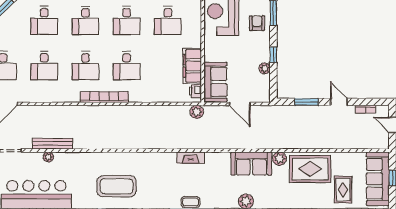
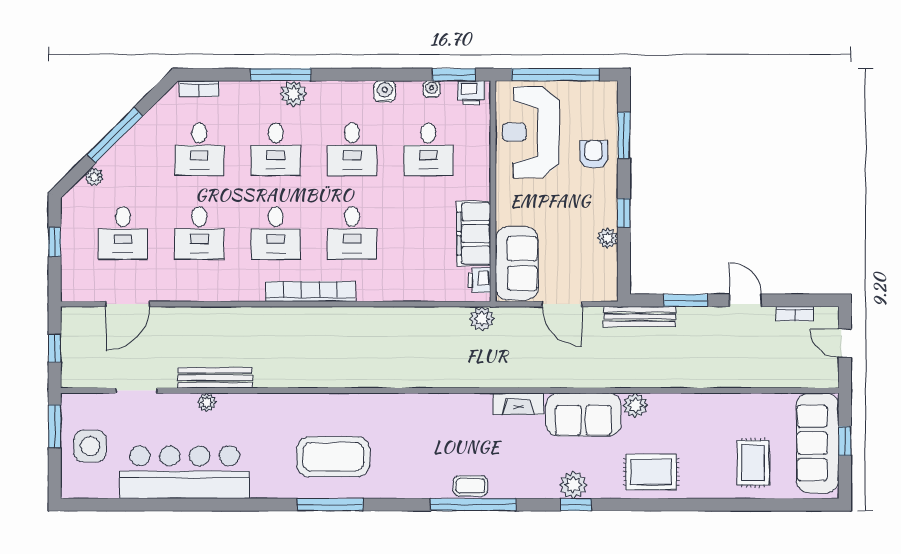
bench: (282, 111) -> (640, 317), added
fireplace: (191, 158) -> (518, 404), moved
rug: (310, 169) -> (651, 472), moved, width x0.73, depth x0.70

